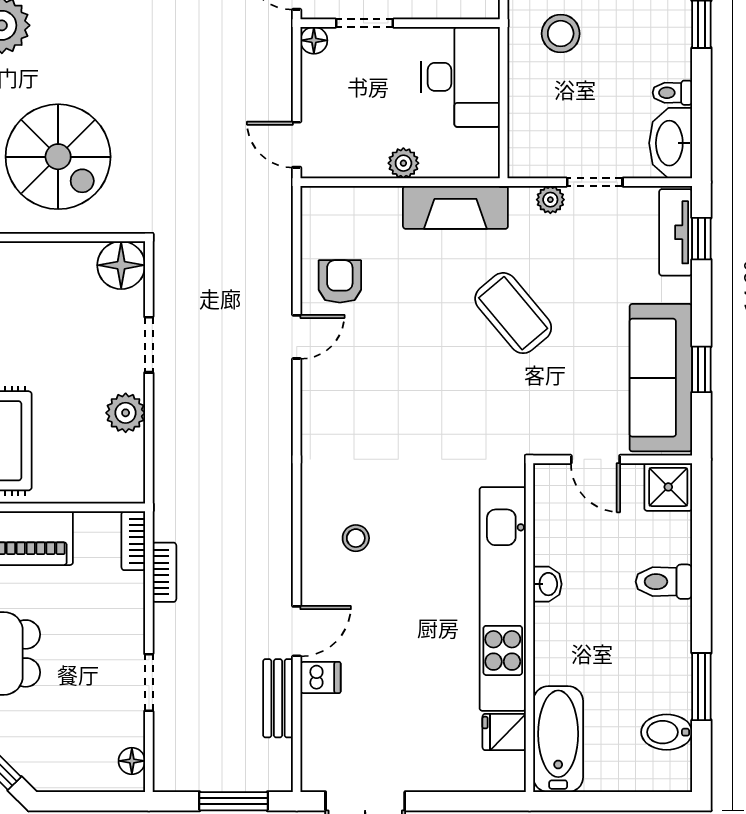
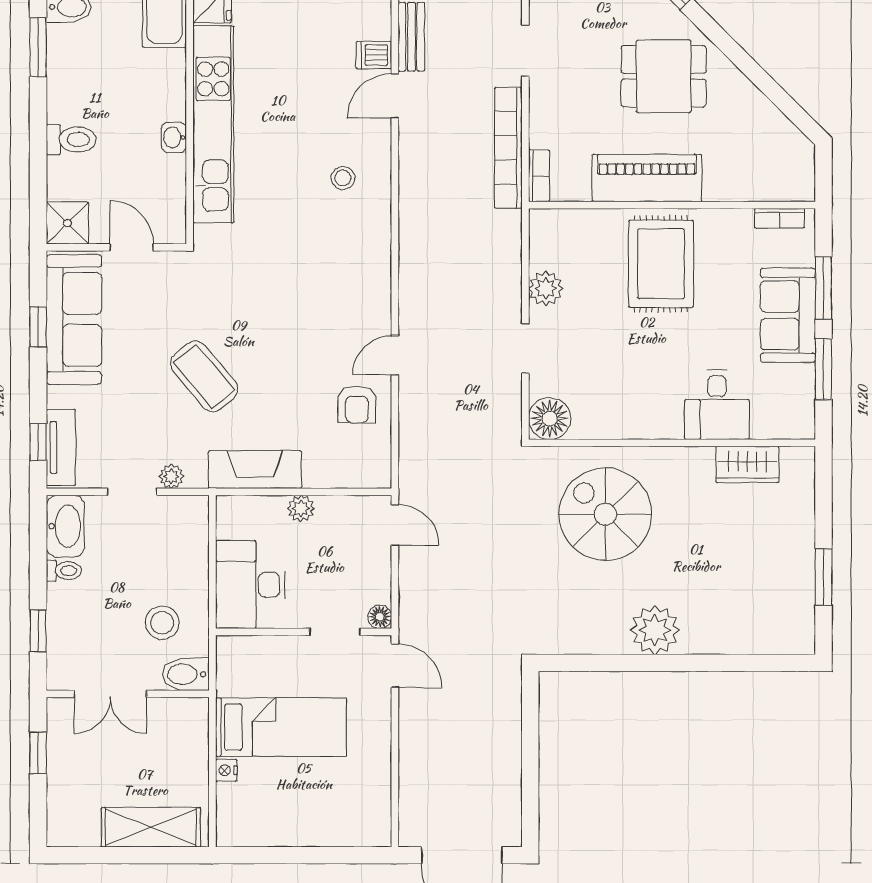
bookcase: (164, 572) -> (508, 148), width x2.31, depth x1.31

